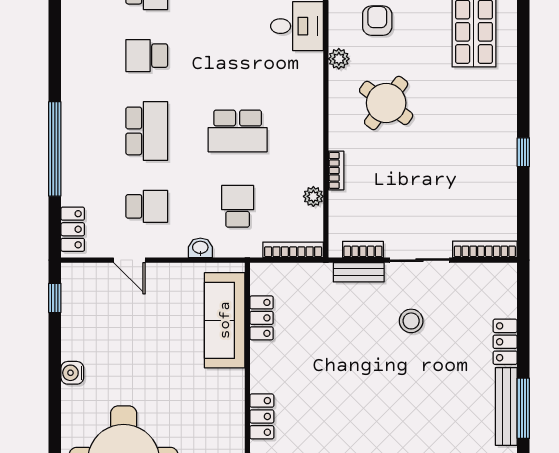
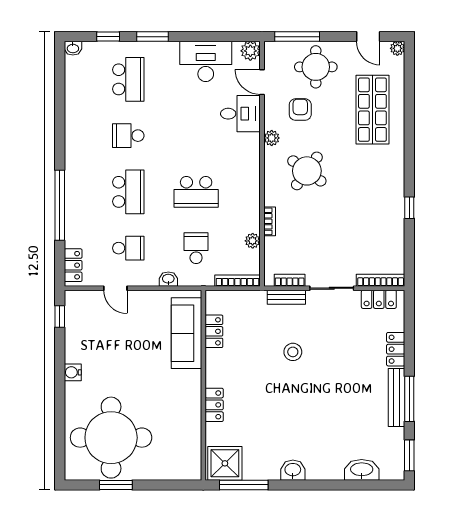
locker: (483, 275) -> (379, 299), added
stool: (411, 321) -> (293, 352), moved

